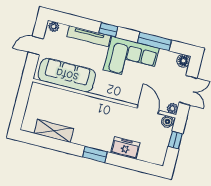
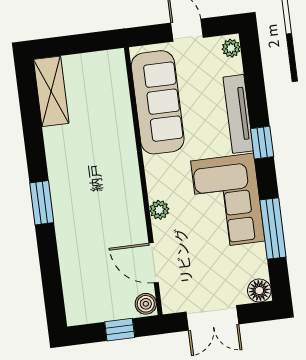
door: (148, 109) -> (154, 263), swing flipped
plant: (172, 109) -> (159, 210), moved
shelving: (54, 131) -> (51, 91), moved
freezer: (125, 148) -> (73, 250), removed

